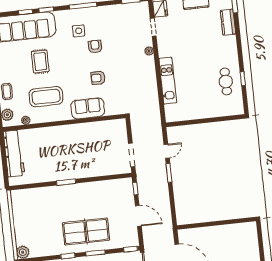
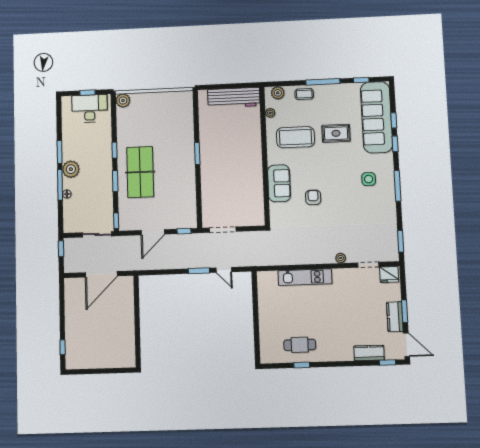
armchair: (95, 47) -> (349, 196), removed
coffee table: (46, 97) -> (295, 137), turned 90

